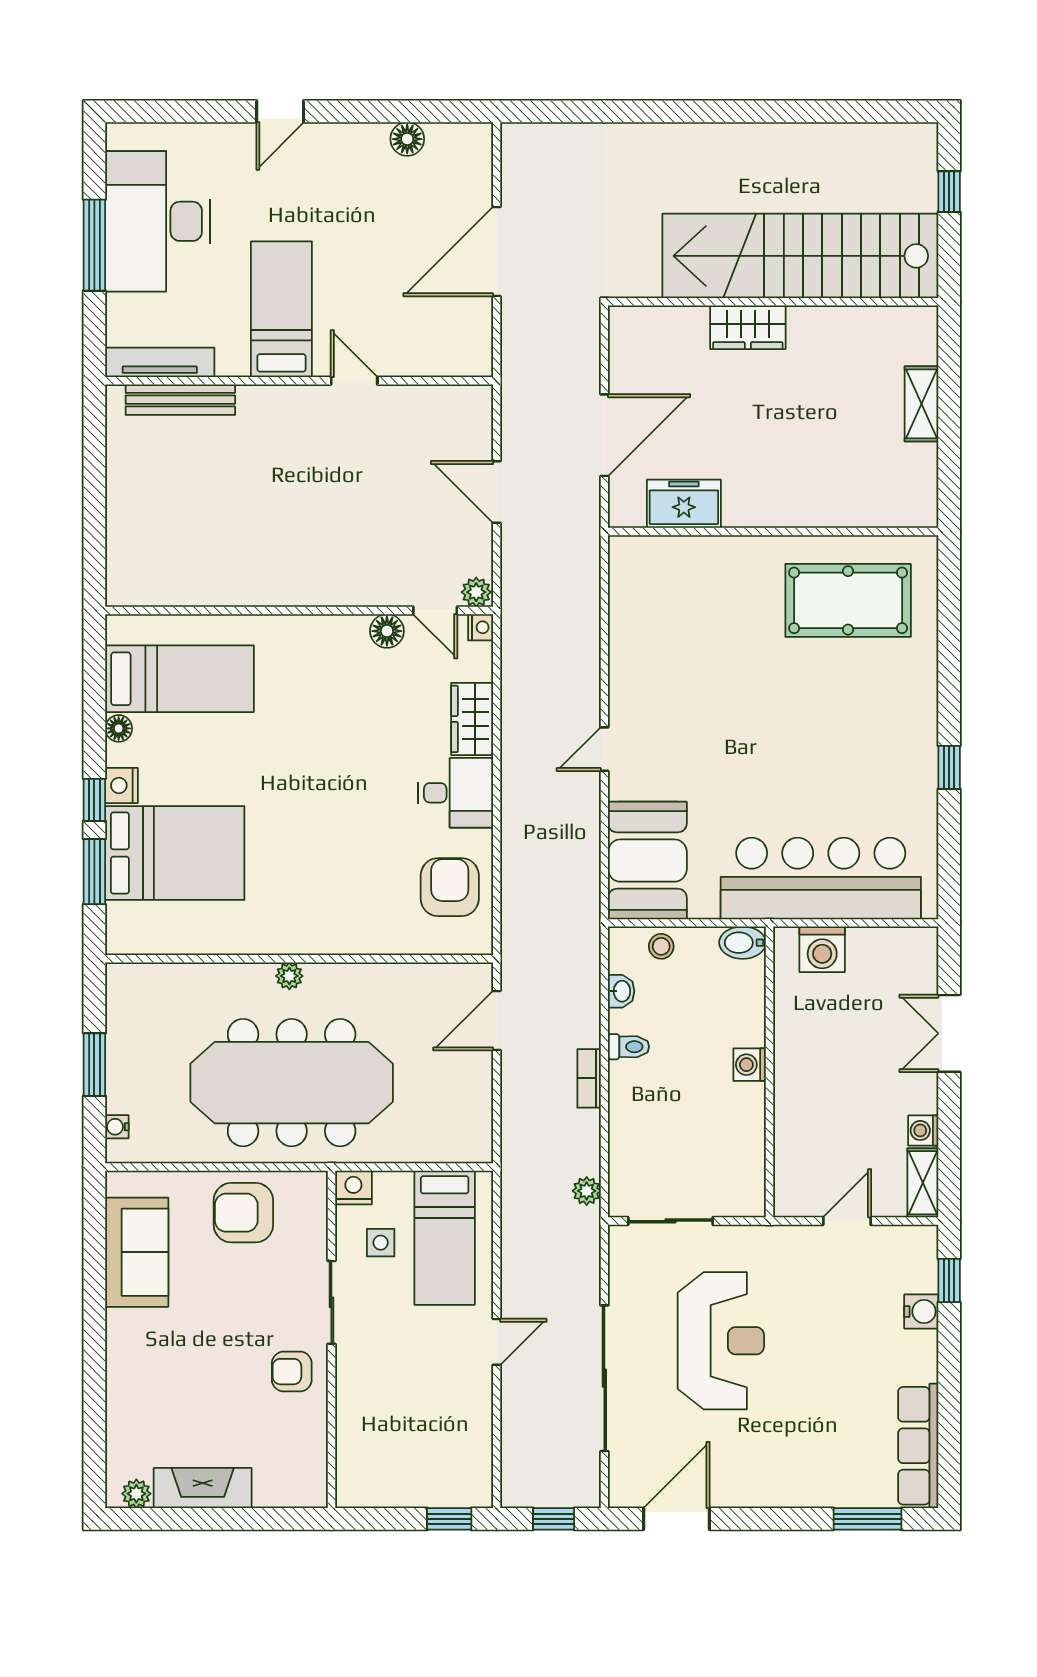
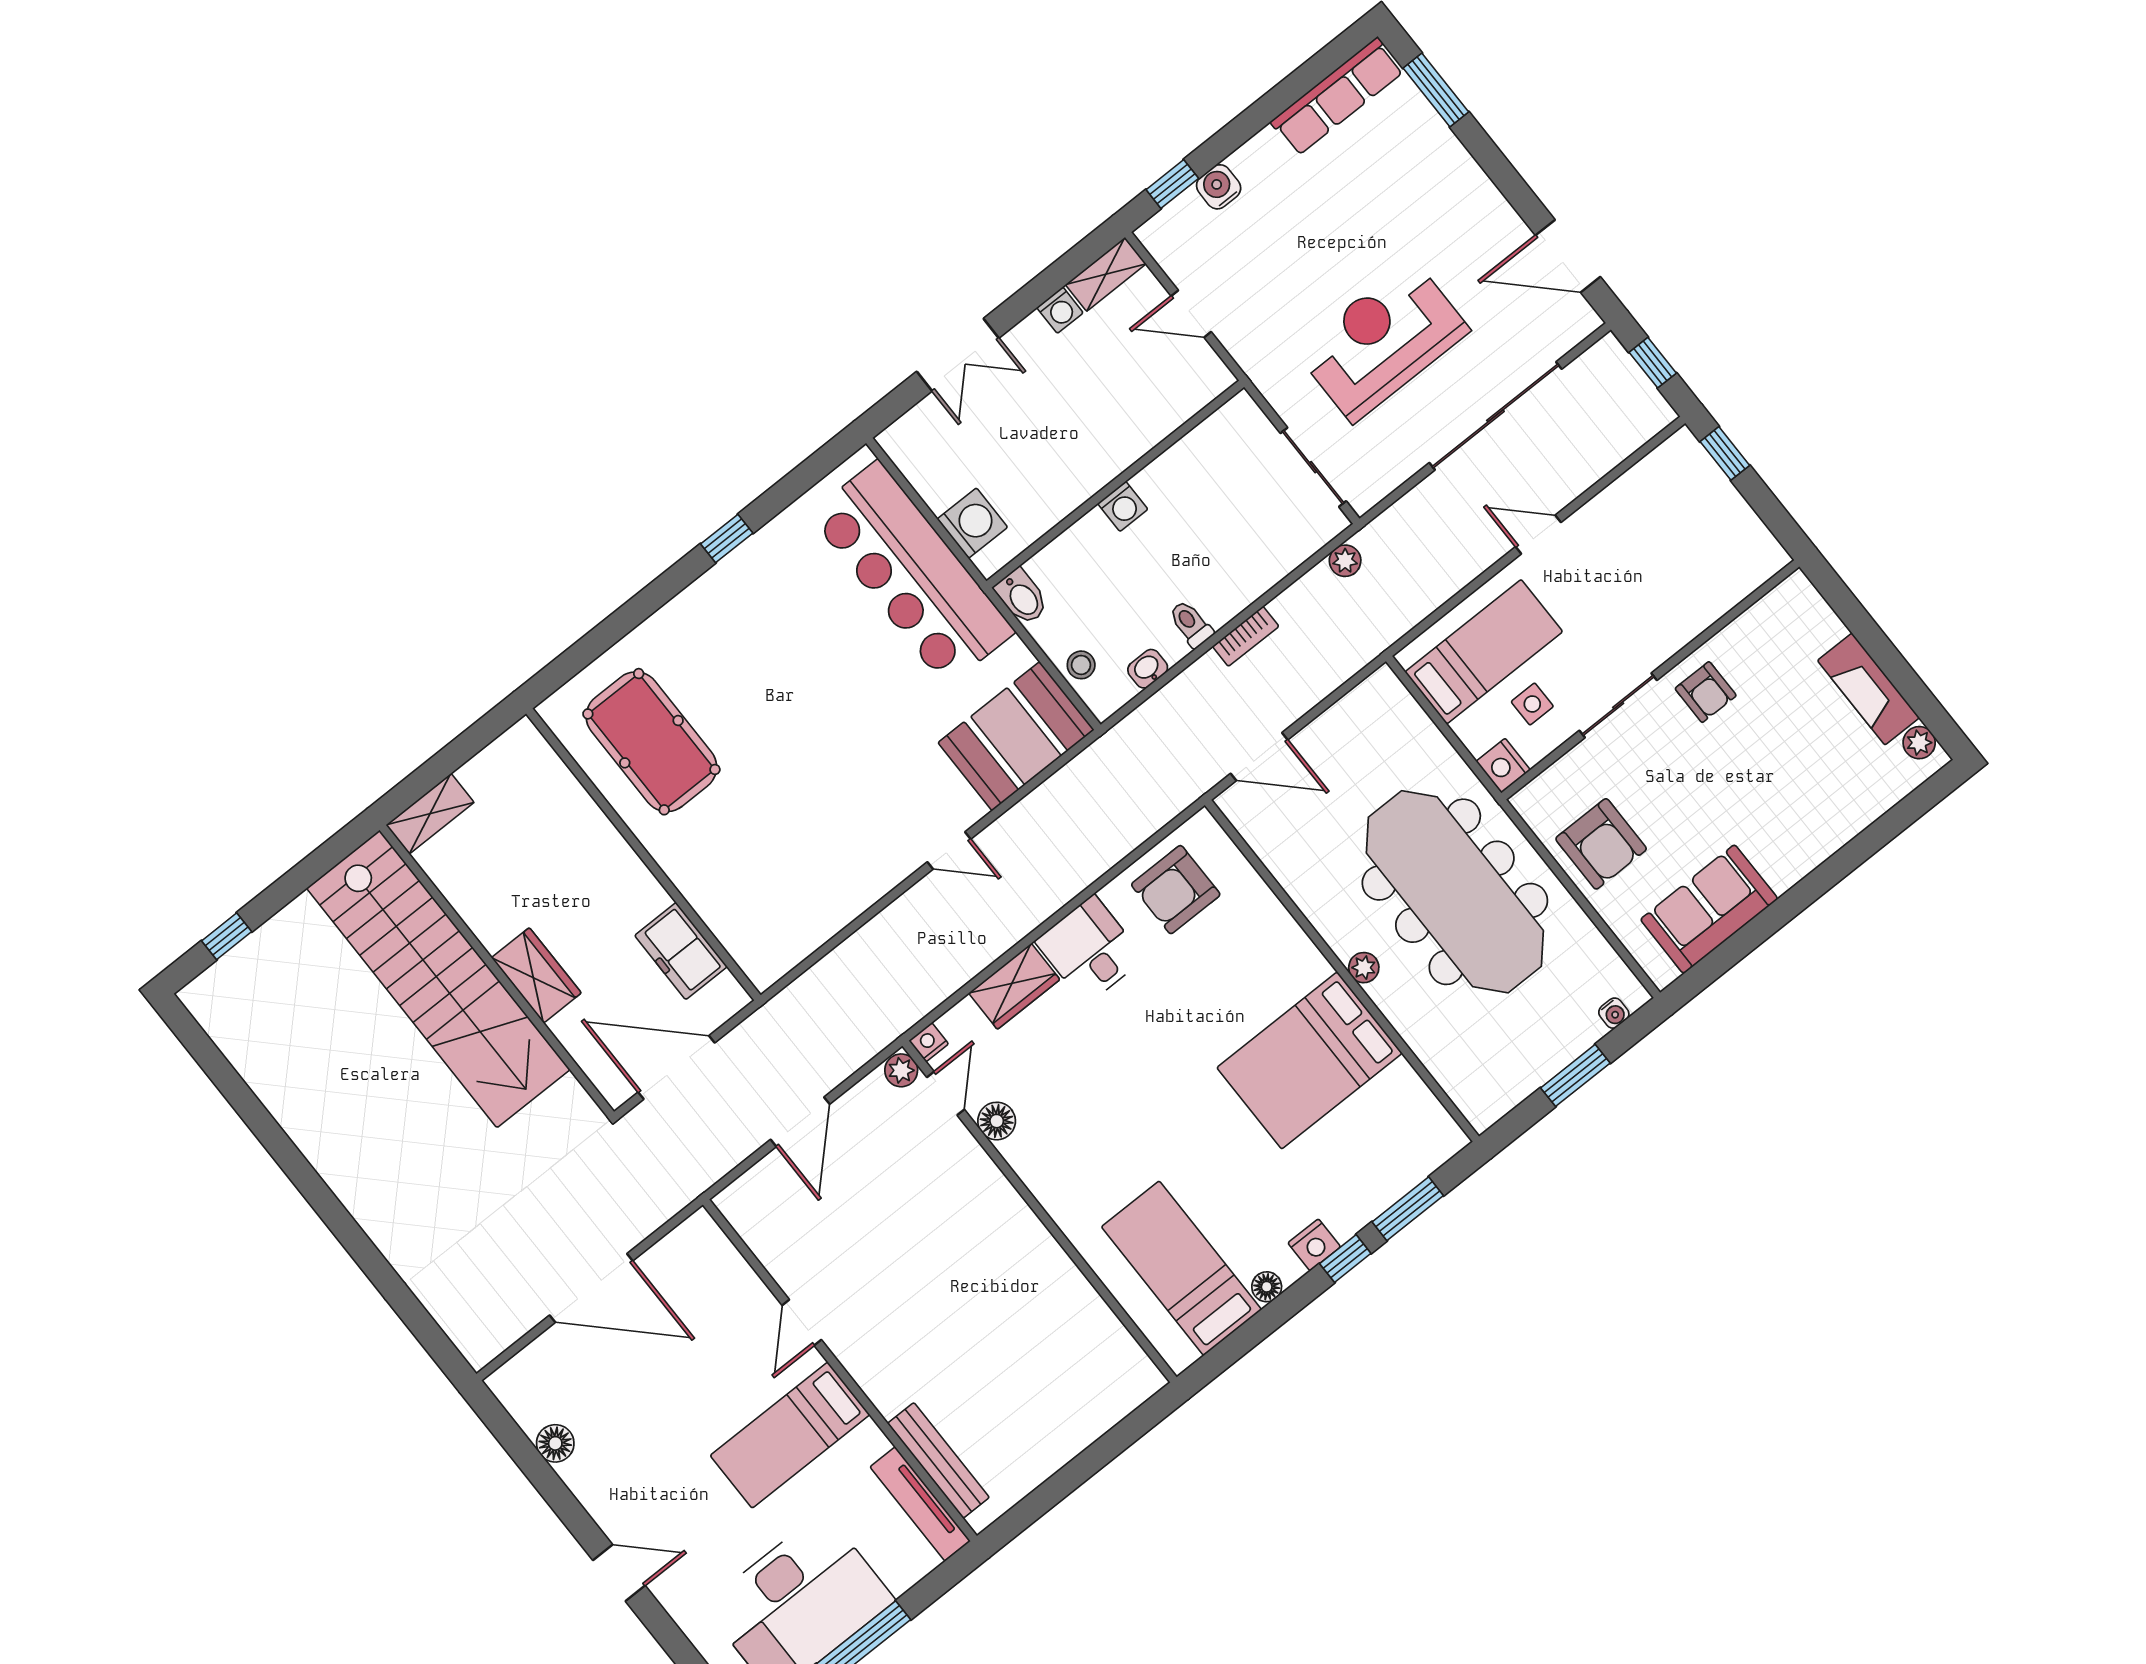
stairs: (800, 256) -> (438, 979), moved
wall: (773, 302) -> (497, 971), moved
wardrobe: (748, 327) -> (536, 975), moved
bed: (175, 853) -> (1309, 1060), moved, turned -90

